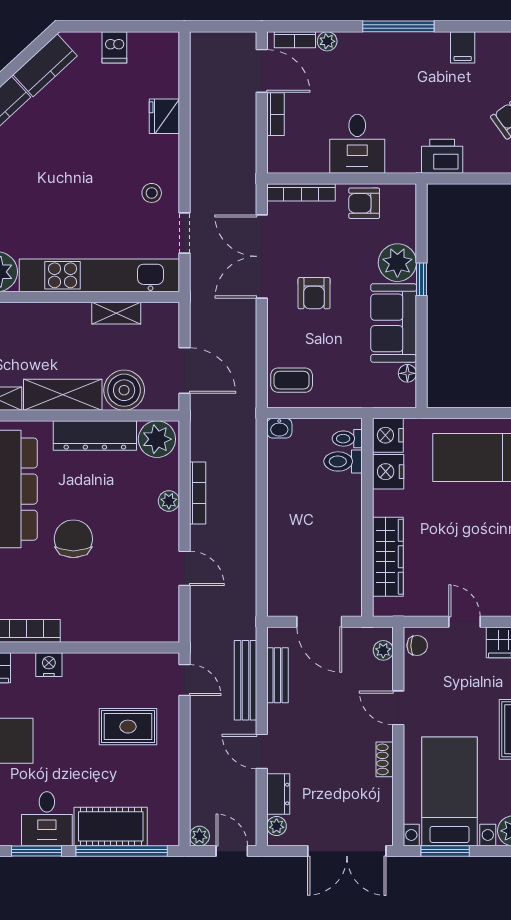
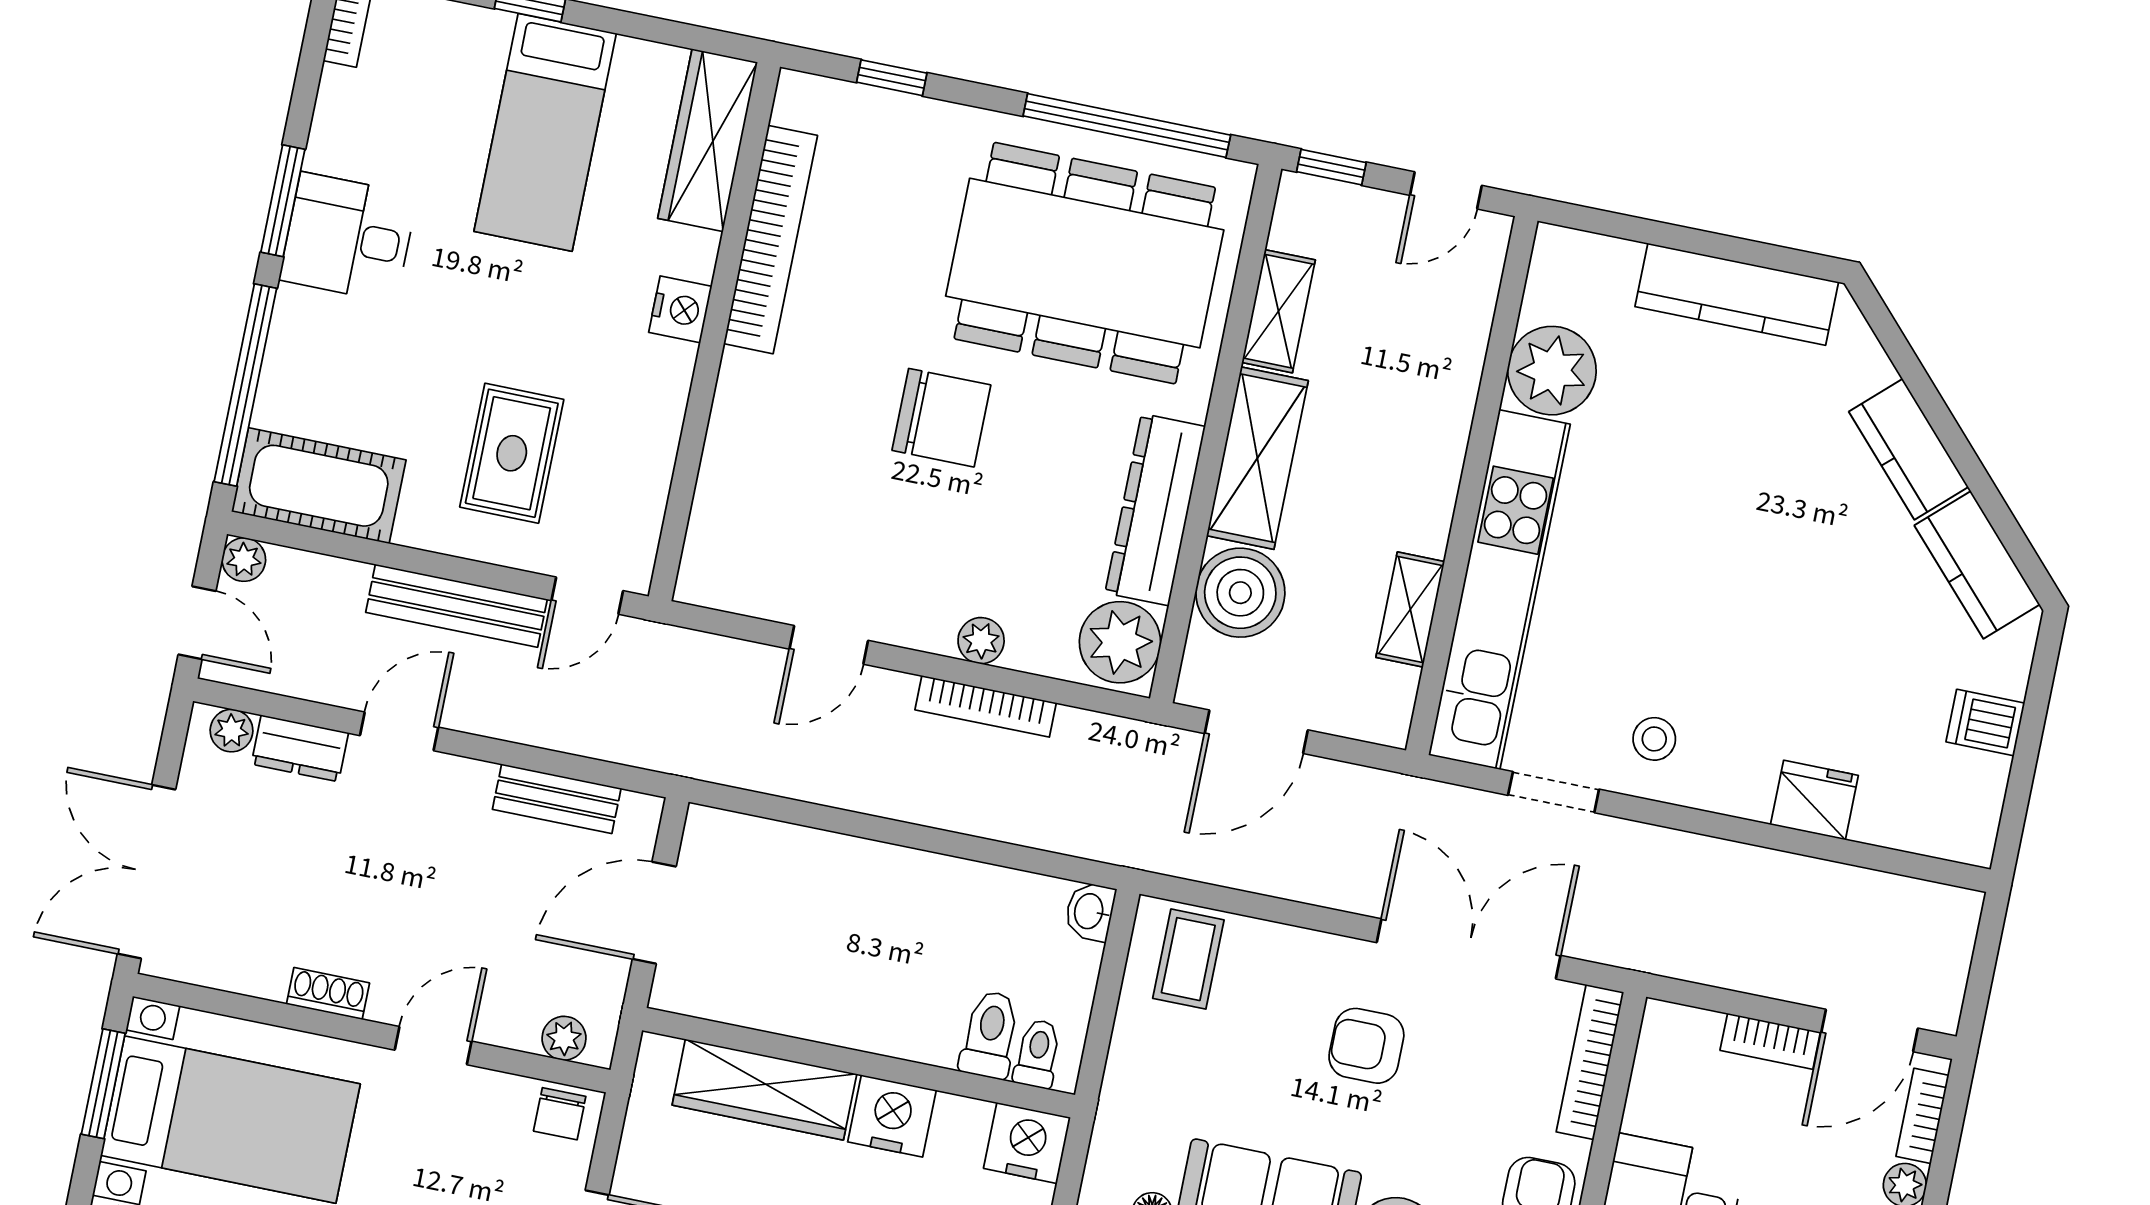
nightstand: (388, 472) -> (892, 1116), moved
bench: (245, 680) -> (457, 606), moved
cot: (111, 826) -> (319, 486), moved, turned 90
door: (232, 851) -> (197, 623), hinge flipped

